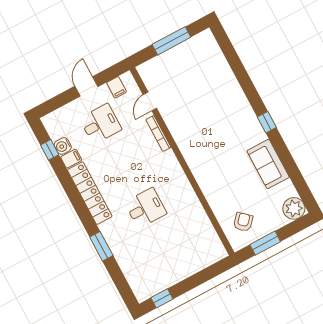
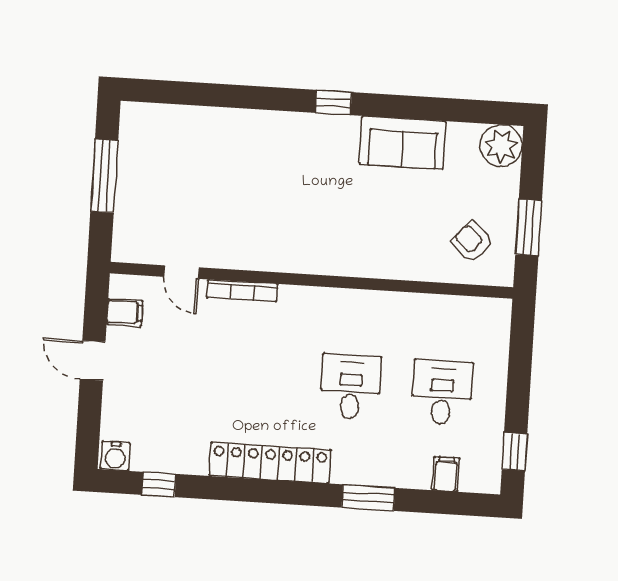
desk: (101, 124) -> (442, 392), moved
water cooler: (63, 146) -> (115, 456), moved
filing cabinet: (71, 159) -> (446, 474), moved

